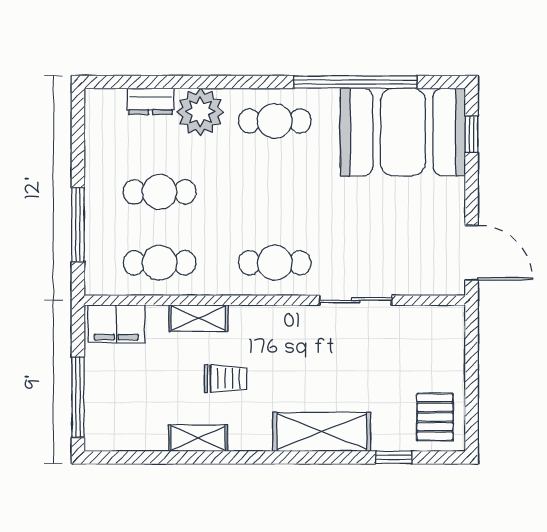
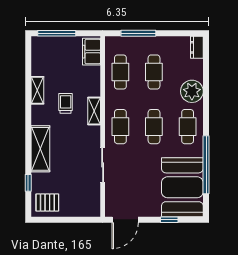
dresser: (151, 101) -> (197, 47), moved
window: (472, 134) -> (169, 220), moved
cafe table: (275, 192) -> (154, 127), added
shelving: (198, 318) -> (94, 111), moved
trolley: (226, 379) -> (66, 103), turned 180

